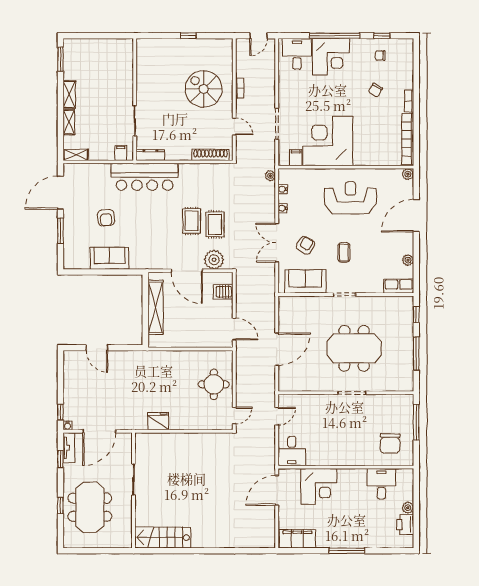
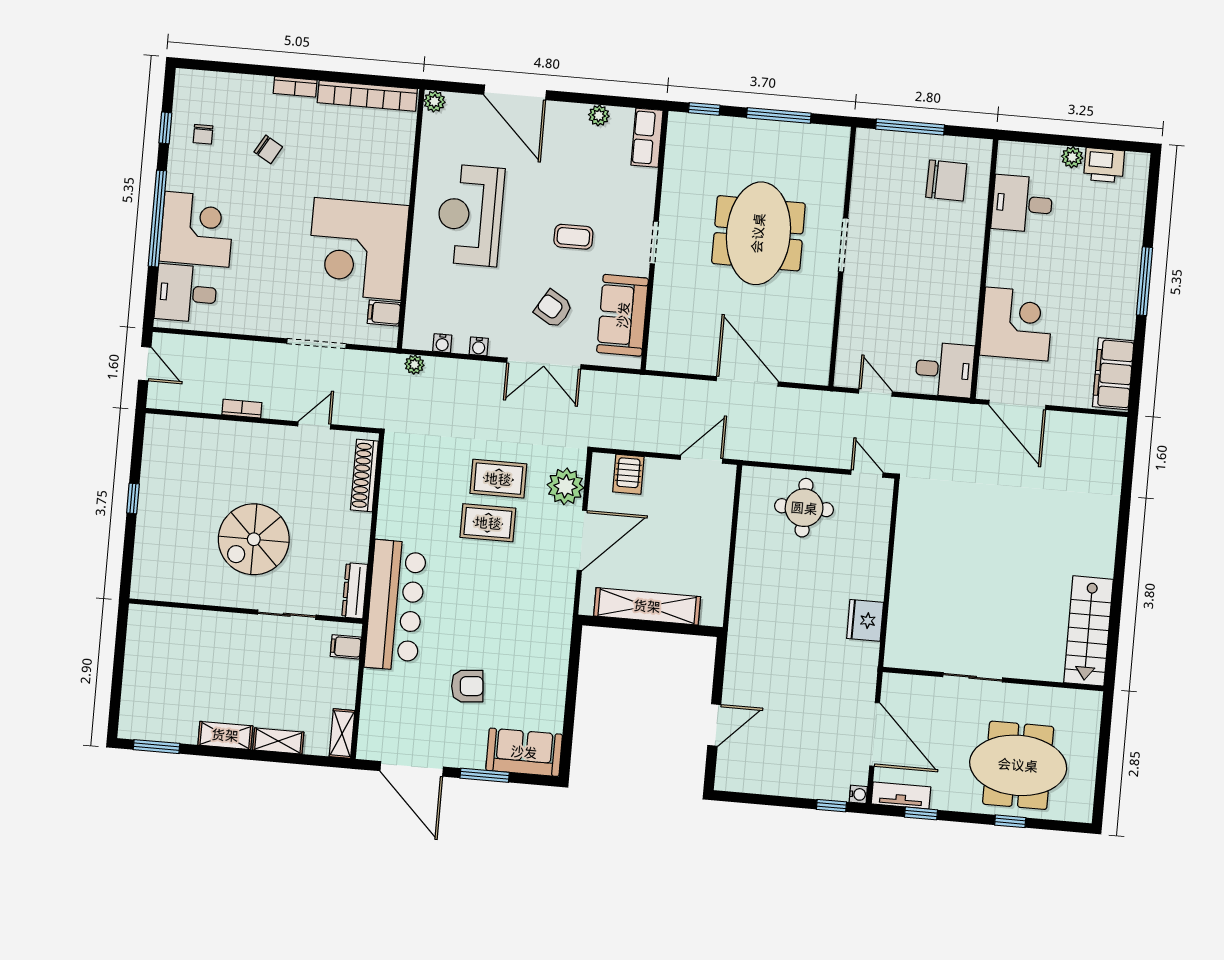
spiral stairs: (204, 89) -> (254, 539), moved
sofa: (109, 258) -> (524, 752), moved, turned 90

